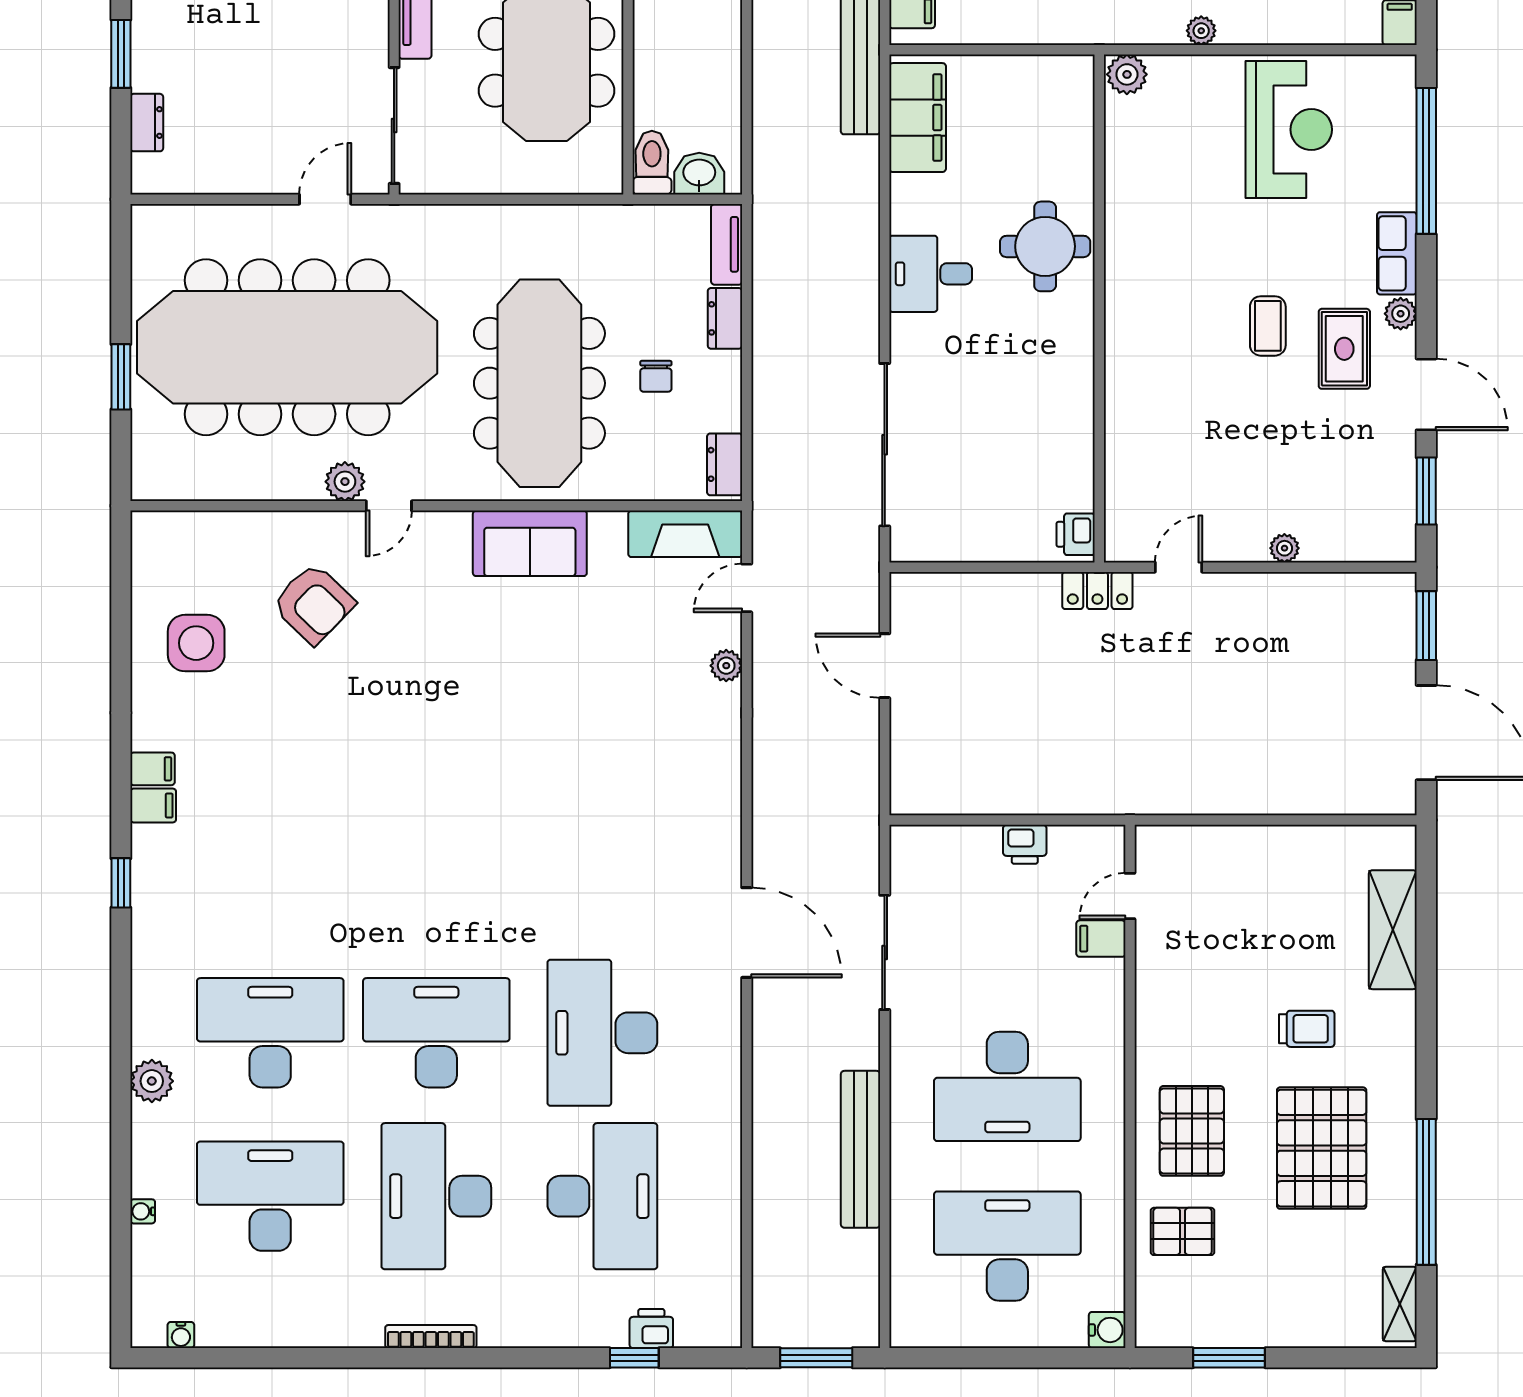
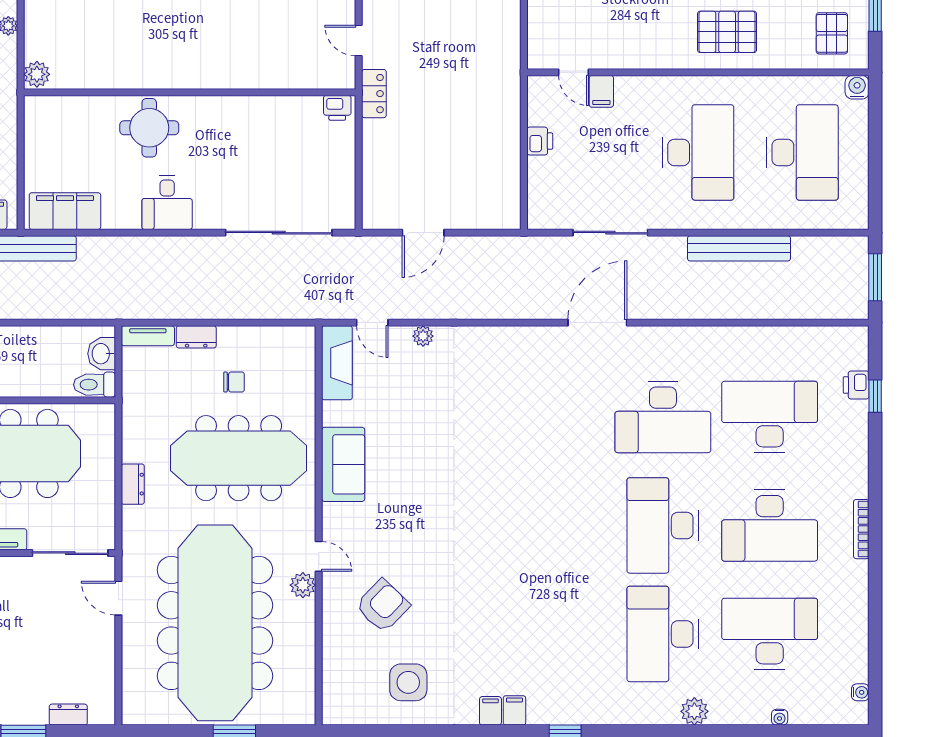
dresser: (725, 464) -> (133, 484), moved, turned -90
desk: (270, 1196) -> (770, 634), turned 90
pallet: (1183, 1231) -> (832, 33), moved
desk: (1007, 1246) -> (802, 152), turned 180

